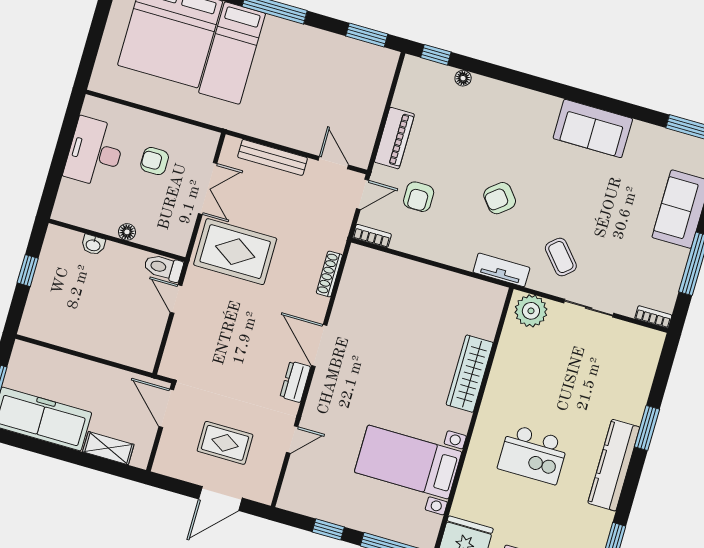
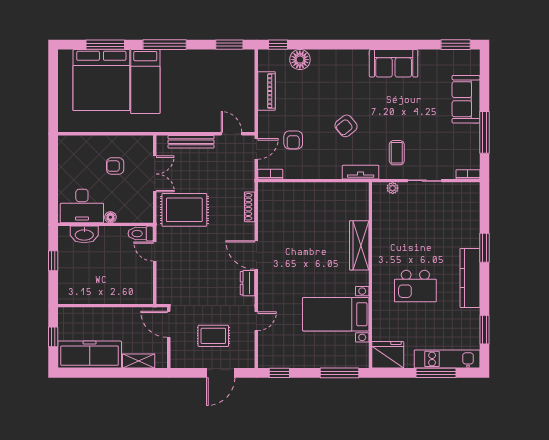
floor lamp: (463, 78) -> (300, 60), width x1.89, depth x1.89
piano: (394, 138) -> (267, 91), moved
desk: (95, 152) -> (82, 206), moved, turned -90
washbasin: (93, 245) -> (84, 234), width x1.91, depth x1.45
coffee table: (561, 257) -> (397, 153), turned 41
plant: (531, 311) -> (393, 188), width x0.53, depth x0.53
window: (328, 529) -> (279, 373), moved

